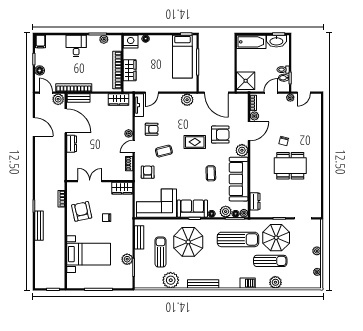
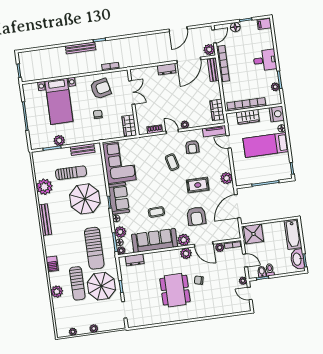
bed: (182, 57) -> (266, 145), moved
rug: (195, 142) -> (198, 185), moved, turned 90
plant: (256, 150) -> (186, 253), added
armchair: (148, 172) -> (149, 149), removed

